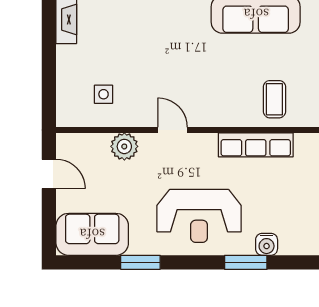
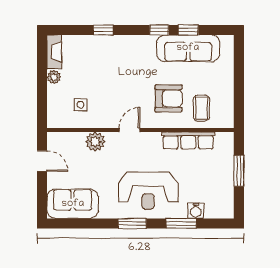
plant: (66, 55) -> (54, 77), added
armchair: (228, 85) -> (169, 98), added
door: (173, 130) -> (129, 130), hinge flipped
window: (140, 262) -> (132, 223), moved

